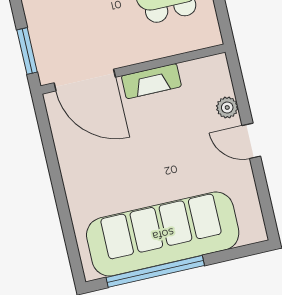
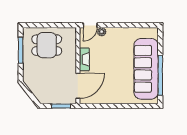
door: (251, 141) -> (90, 25), moved

